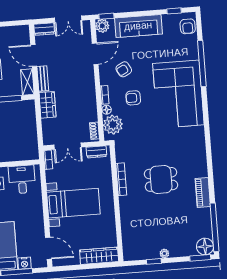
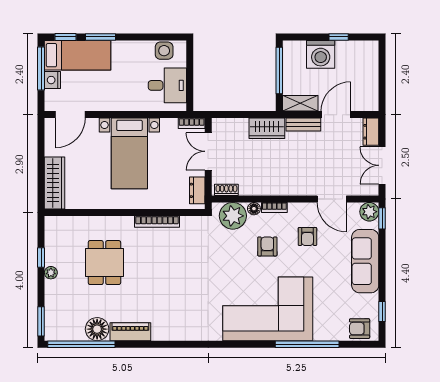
armchair: (124, 69) -> (307, 236), turned -152
dining table: (161, 179) -> (104, 263), moved
floor lamp: (205, 246) -> (97, 329), moved

